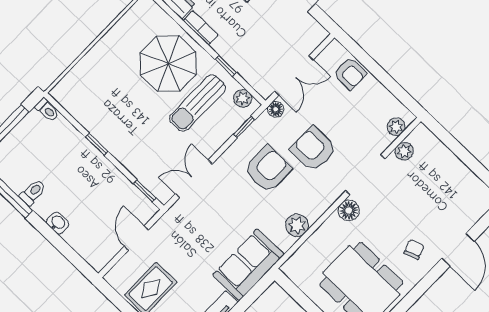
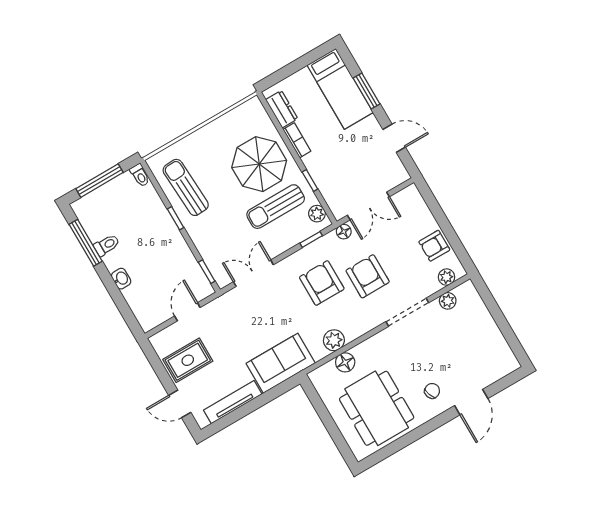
armchair: (350, 73) -> (434, 246), moved, turned 90
sun lounger: (98, 109) -> (186, 187), added
armchair: (268, 169) -> (322, 283), turned -90
floor lamp: (349, 210) -> (345, 362), moved

